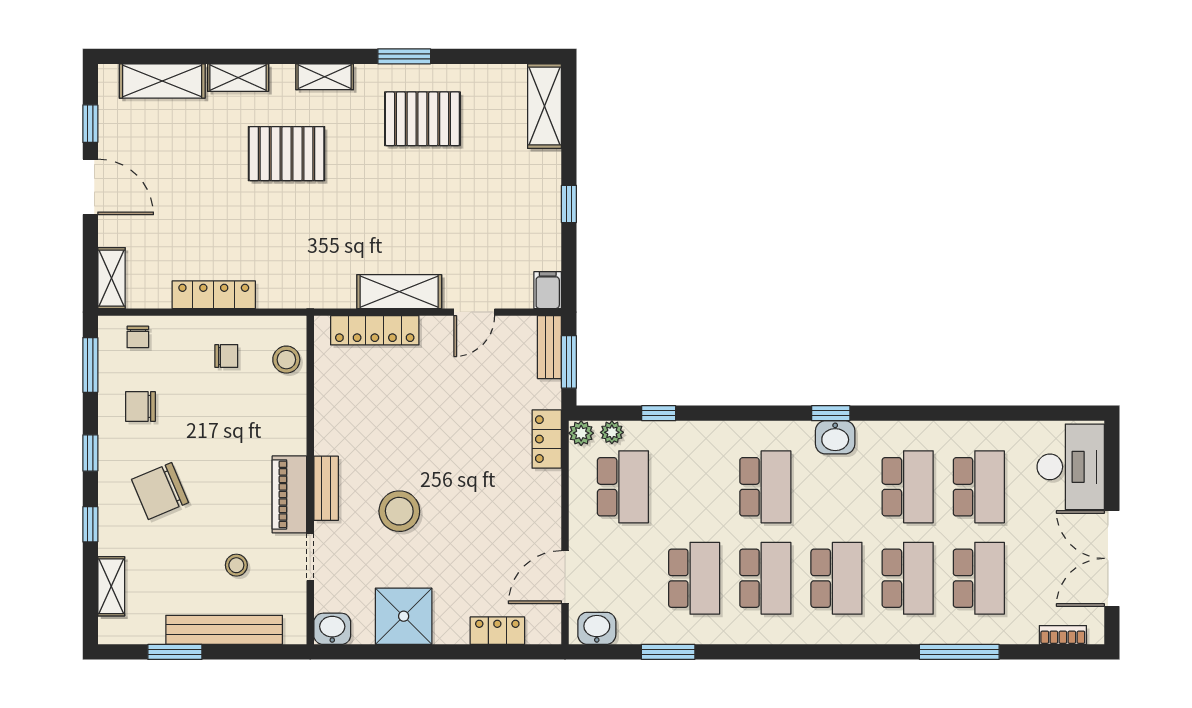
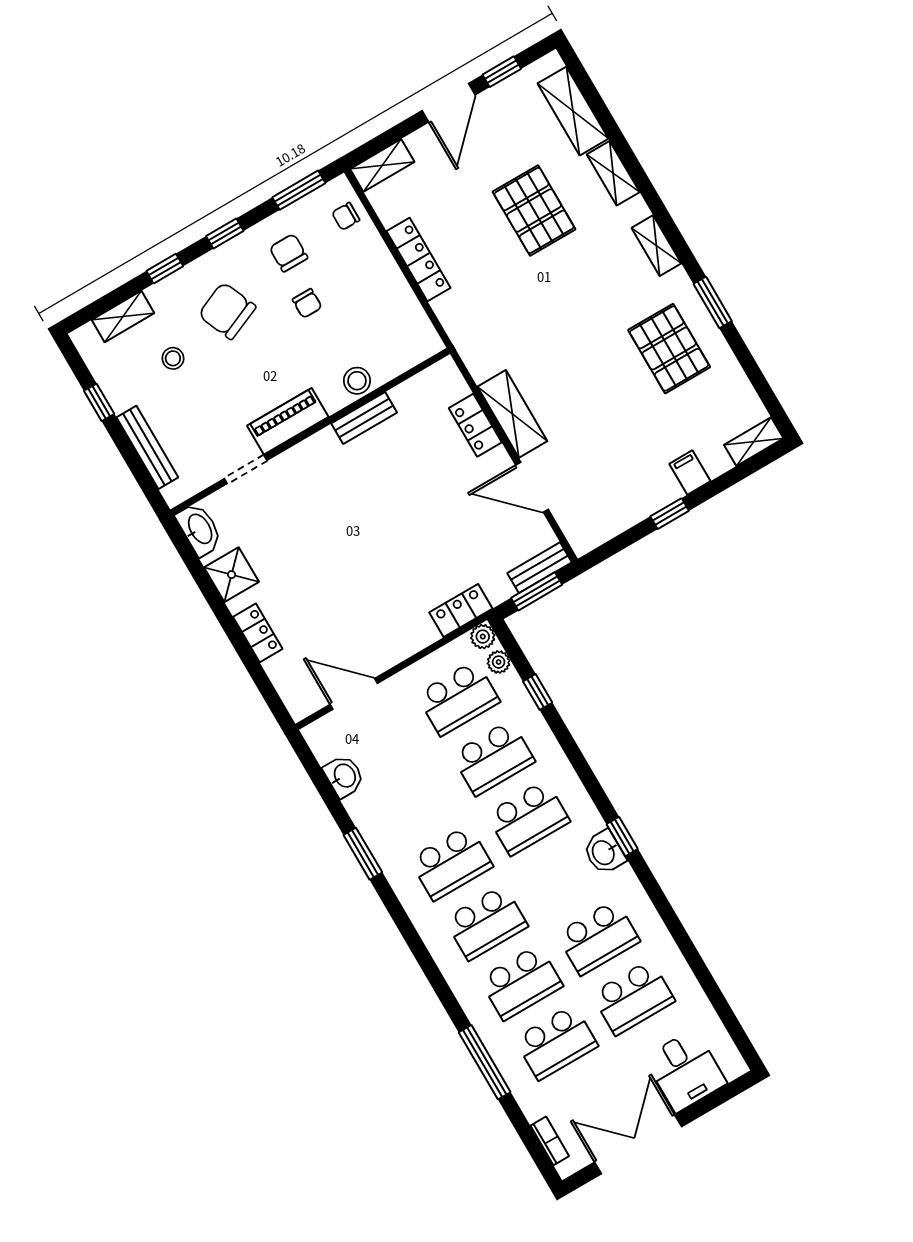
shelving: (545, 106) -> (754, 442), width x0.67, depth x0.75
pallet: (287, 154) -> (534, 210), moved
filing cabinet: (548, 290) -> (690, 473), moved, turned -90
door: (474, 312) -> (532, 487), width x1.37
locker: (375, 330) -> (475, 425), width x0.66
chair: (226, 356) -> (307, 303), moved
stool: (286, 360) -> (357, 381), moved
desk: (1071, 467) -> (685, 1071), width x0.73
bench: (326, 488) -> (364, 418), moved
stool: (399, 511) -> (328, 522), removed
stool: (236, 565) -> (173, 358), moved
school desk: (694, 578) -> (493, 758), moved
shower: (404, 616) -> (232, 575), width x0.73, depth x0.73
washbasin: (597, 628) -> (344, 776), moved
washbasin: (332, 629) -> (199, 529), width x1.38
bench: (224, 630) -> (147, 447), width x0.73, depth x0.82
locker: (497, 631) -> (258, 633), moved
window: (175, 652) -> (99, 402), width x0.67
window: (668, 652) -> (363, 854), moved

